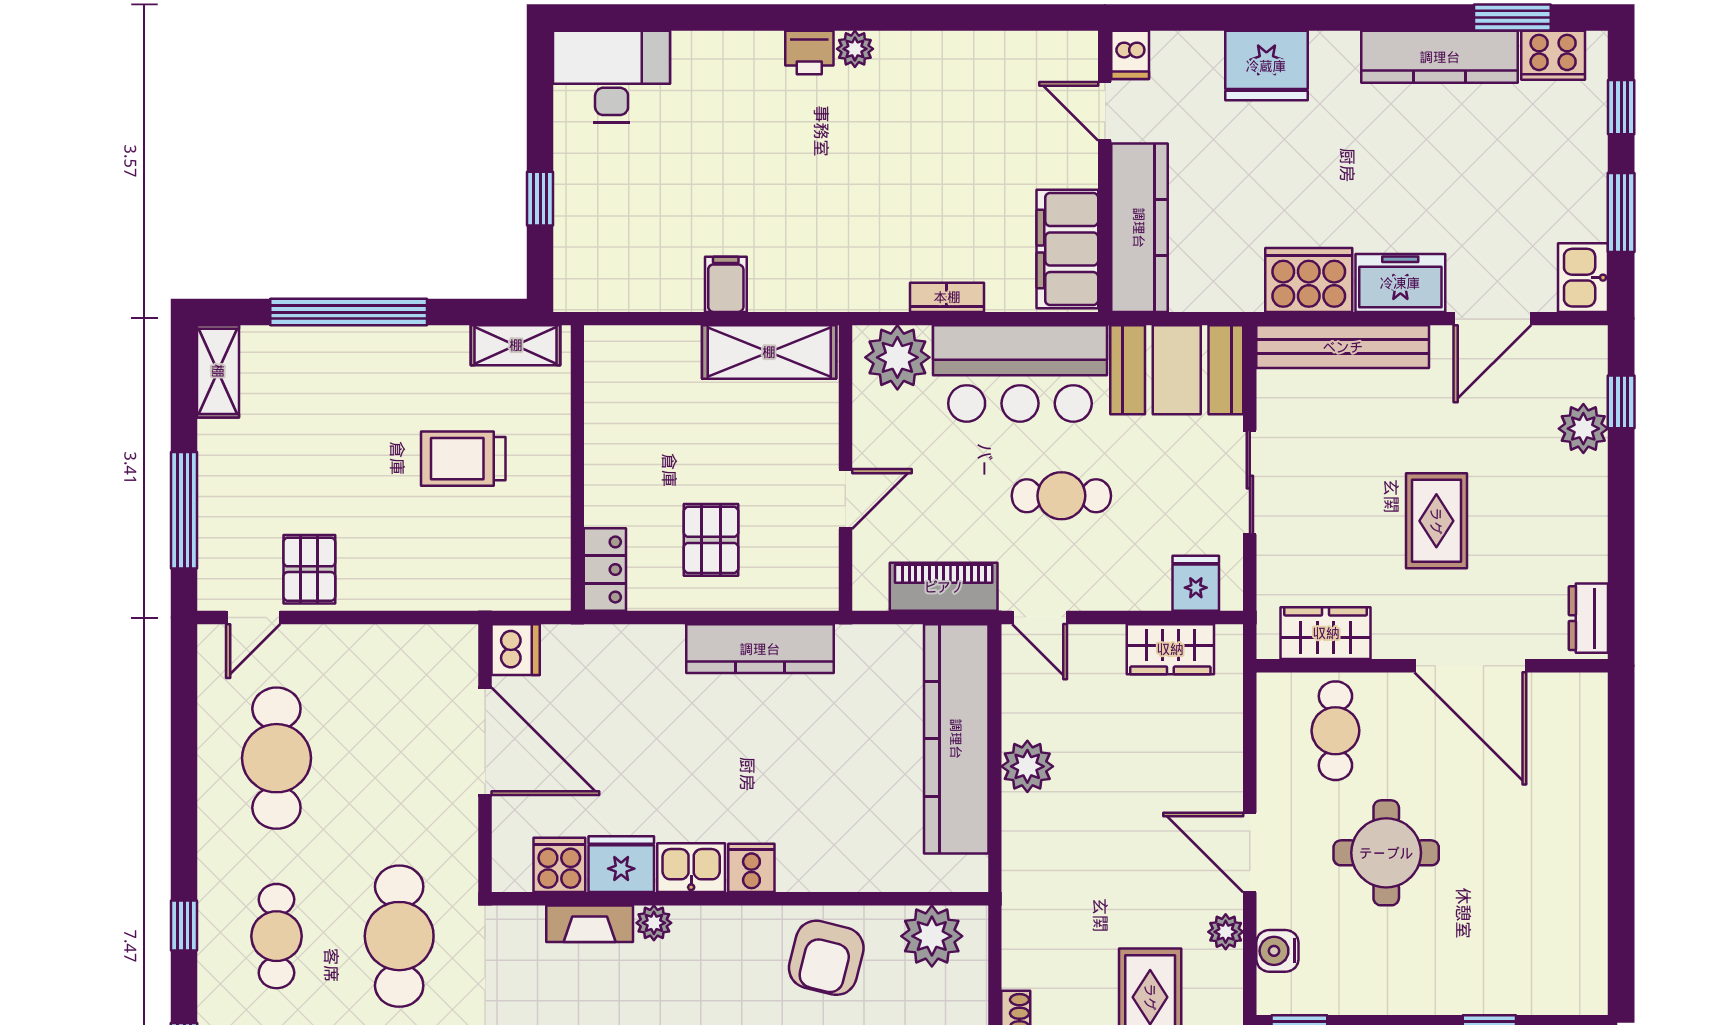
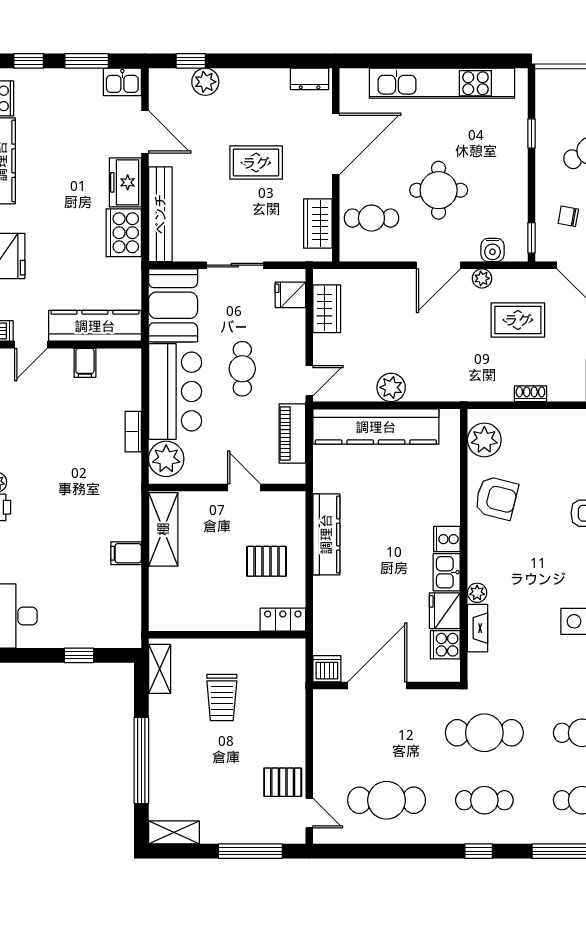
filing cabinet: (1067, 249) -> (85, 363), width x0.33, depth x0.86
kitchen unit: (1581, 859) -> (442, 83), added

